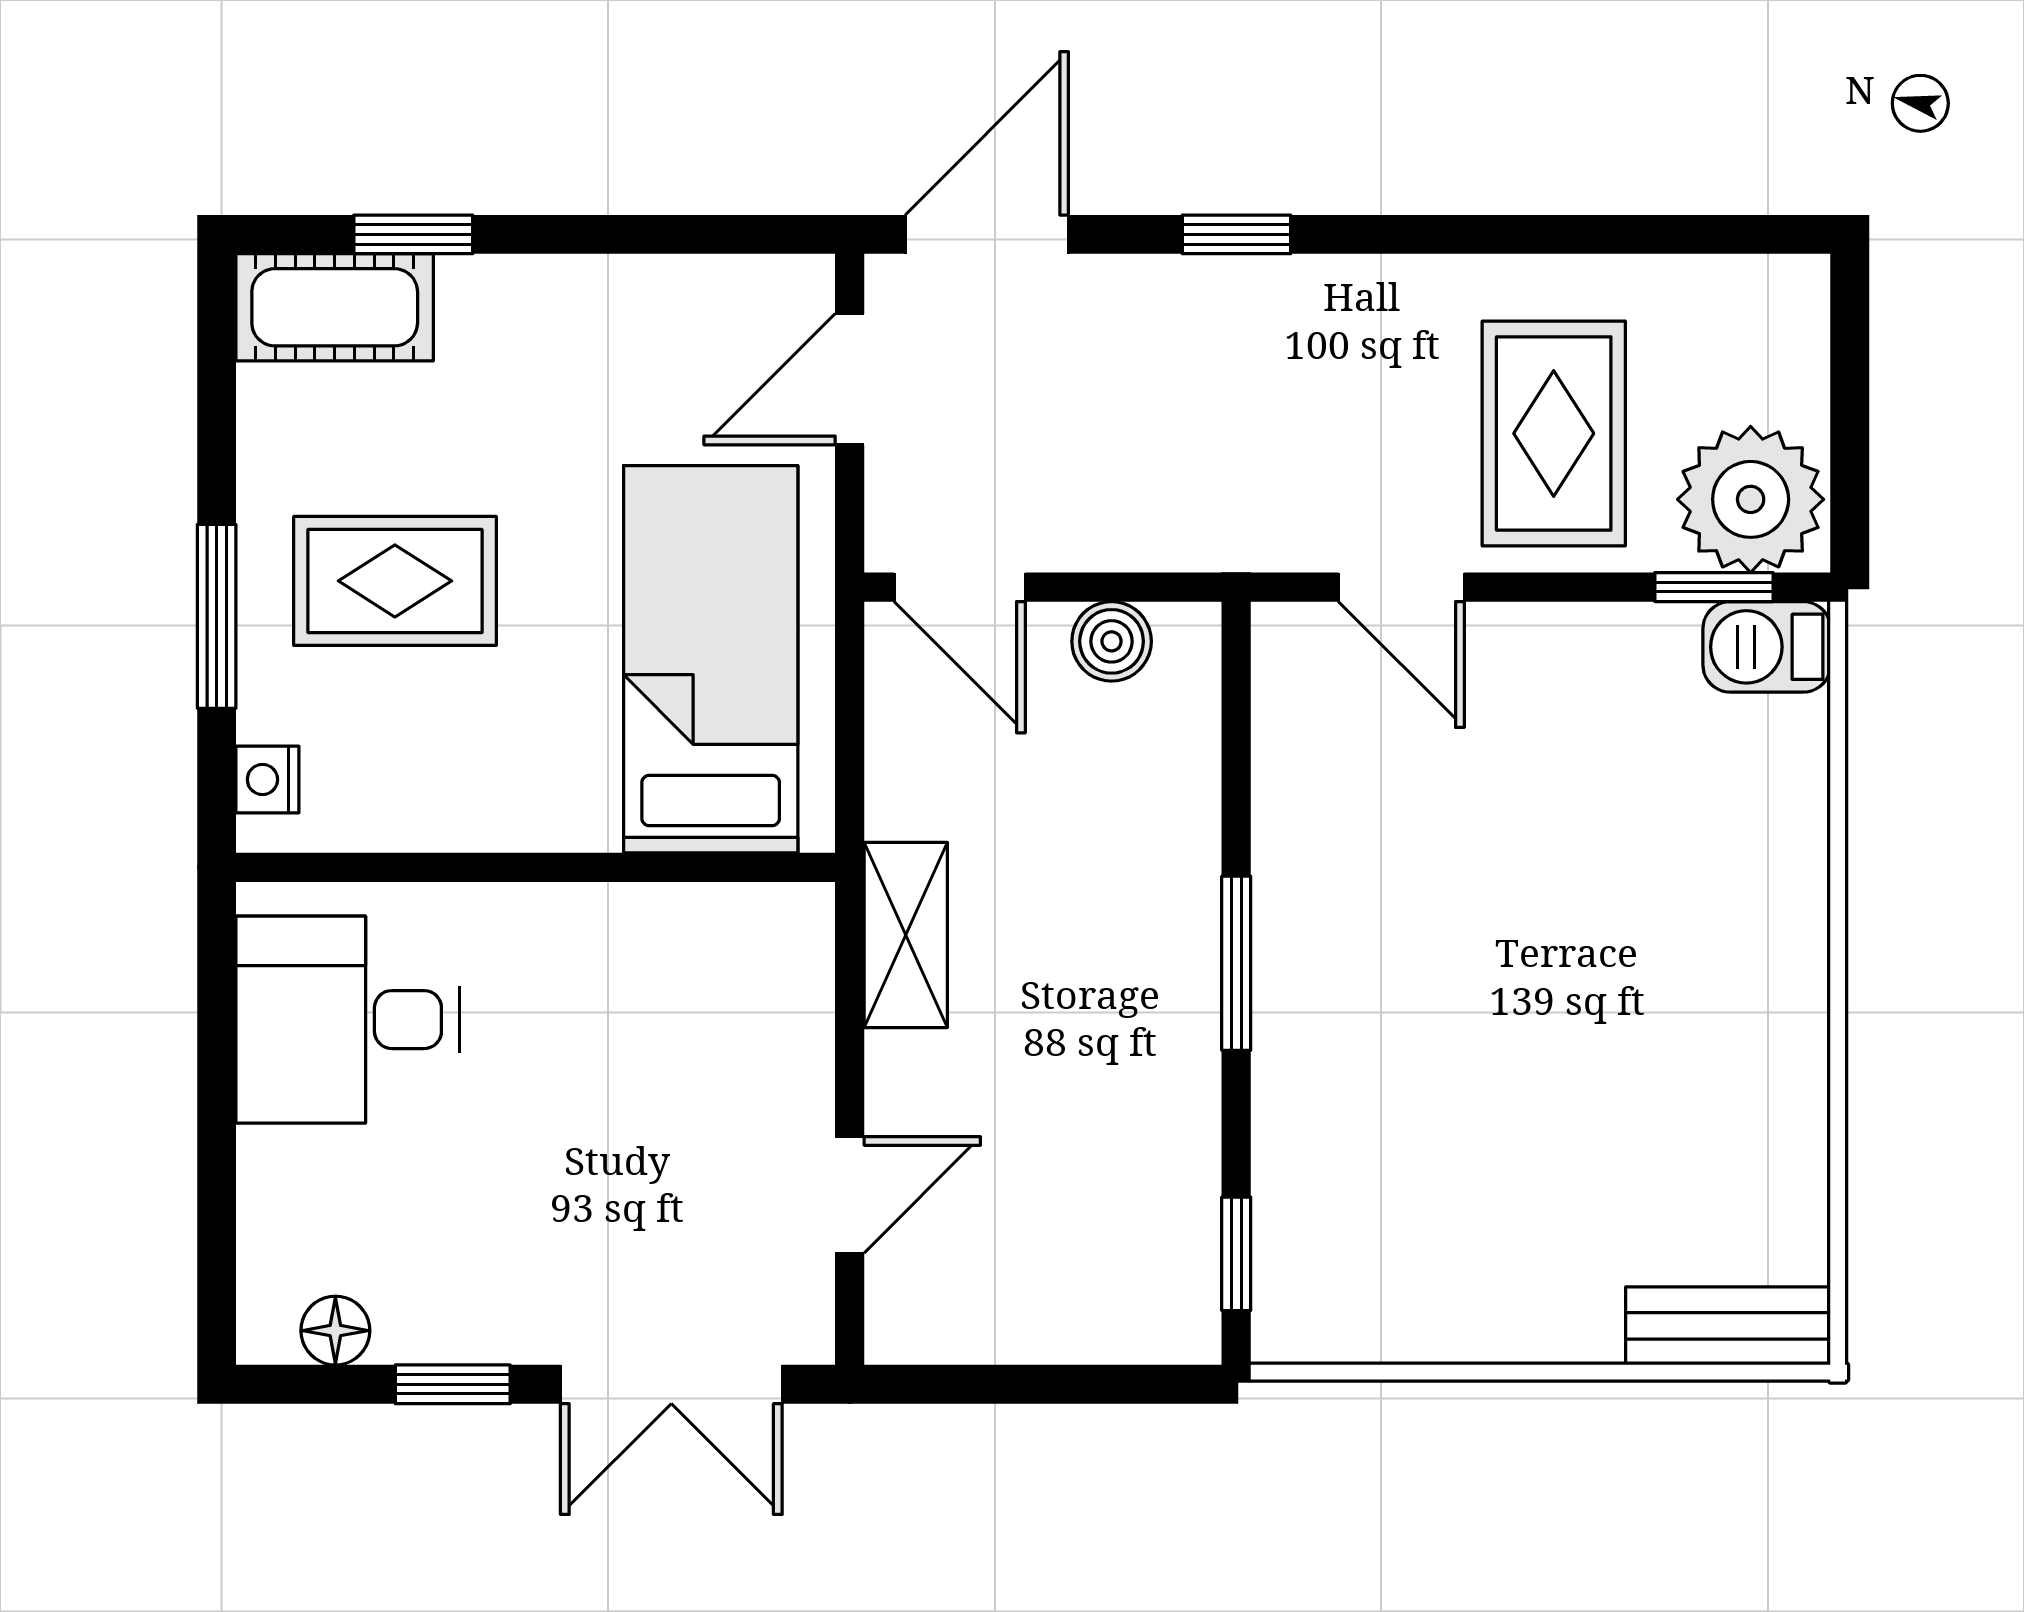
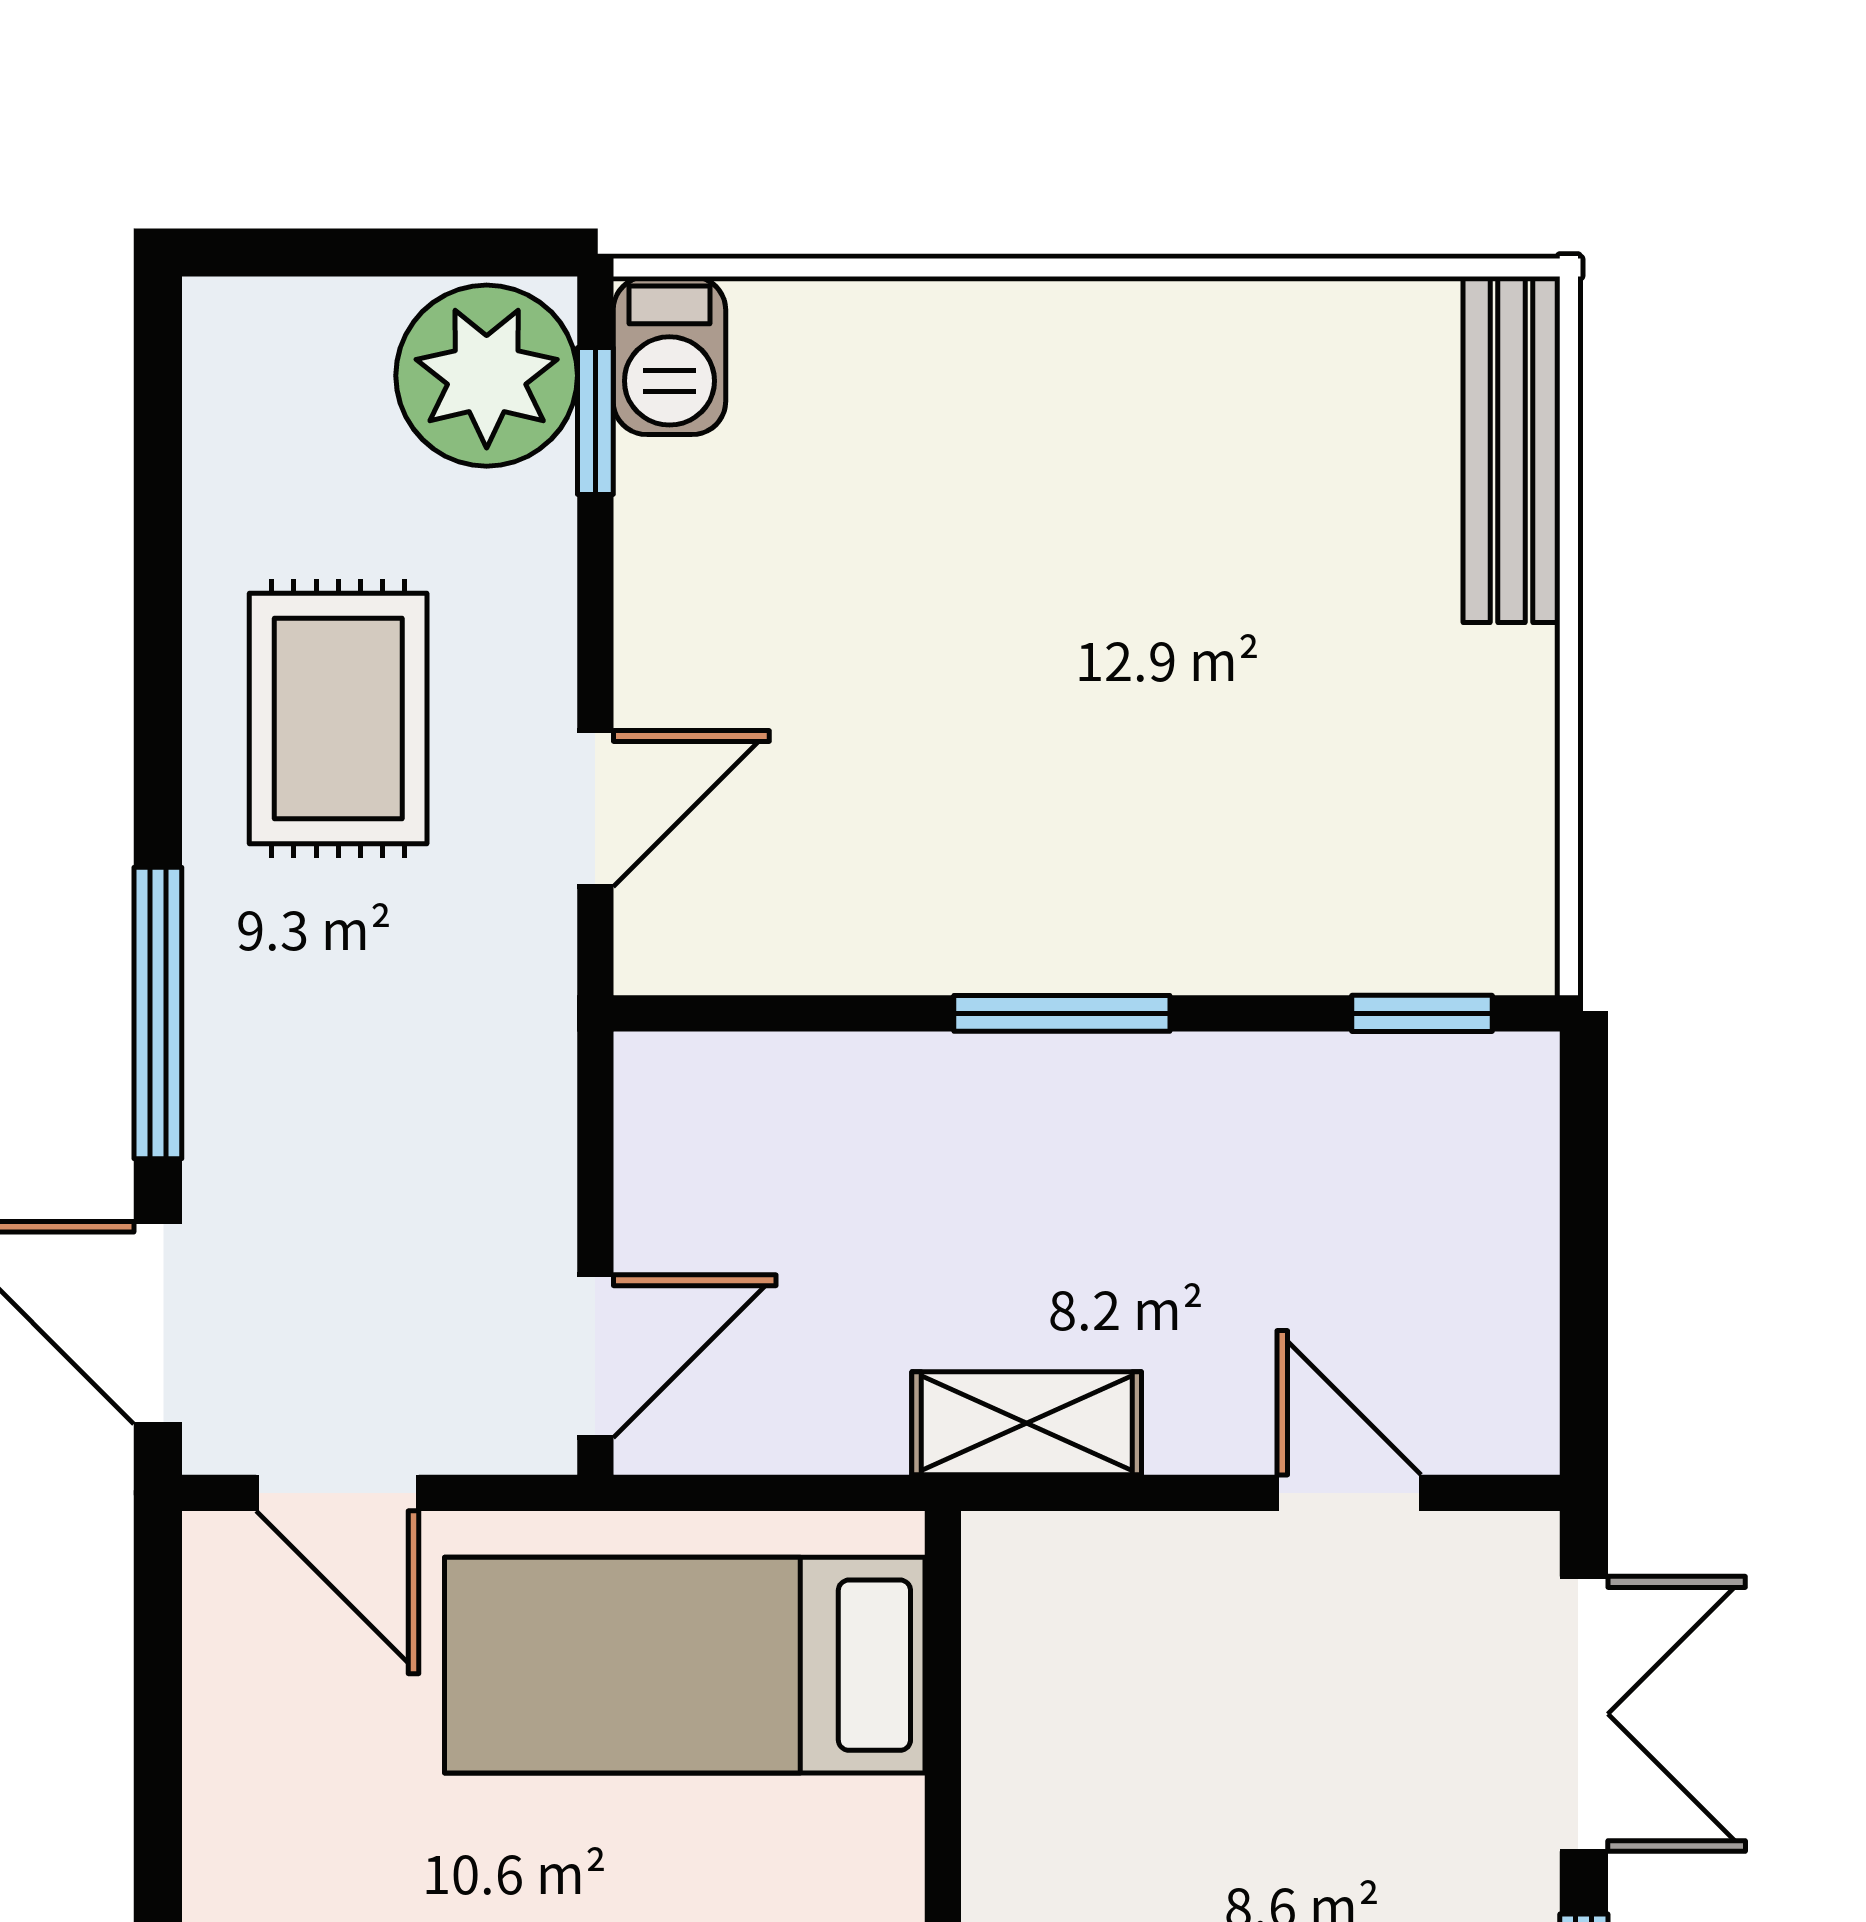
window: (1236, 234) -> (158, 1013), width x2.17
rug: (1554, 433) -> (338, 719), moved, turned 90
boiler: (1112, 641) -> (663, 1168), removed
bench: (1728, 1326) -> (1512, 450), width x1.36

